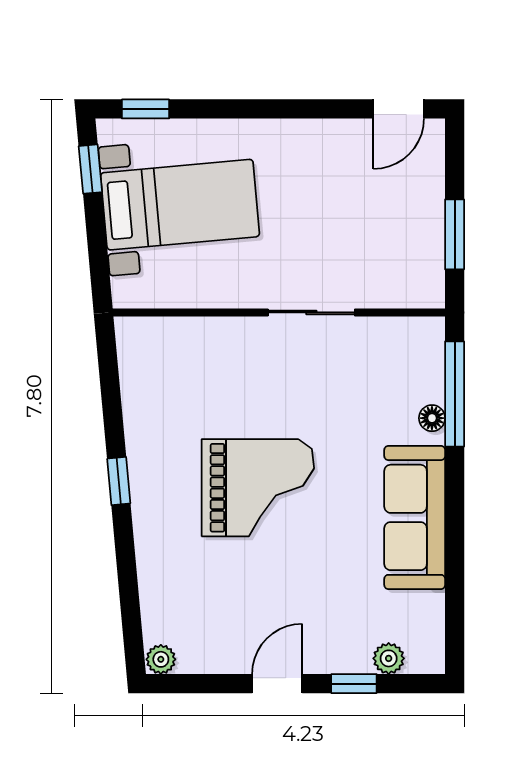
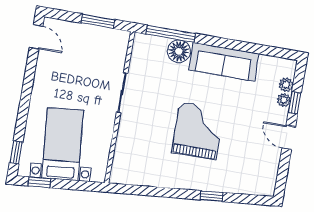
floor lamp: (432, 418) -> (179, 51), width x1.89, depth x1.89
window: (119, 481) -> (212, 196), moved
plant: (161, 659) -> (284, 100), moved

